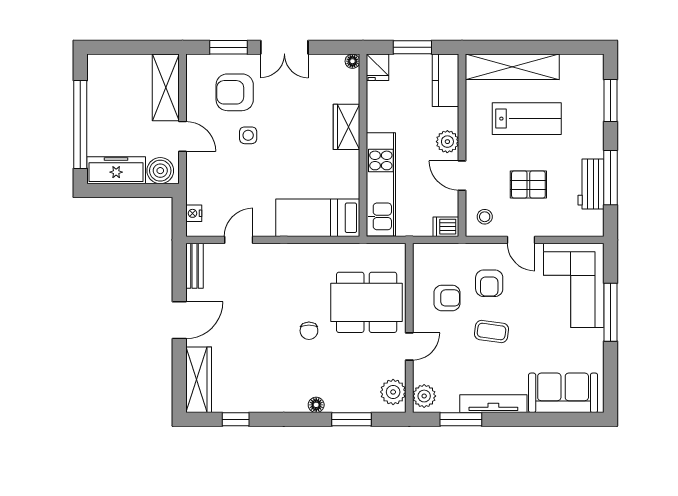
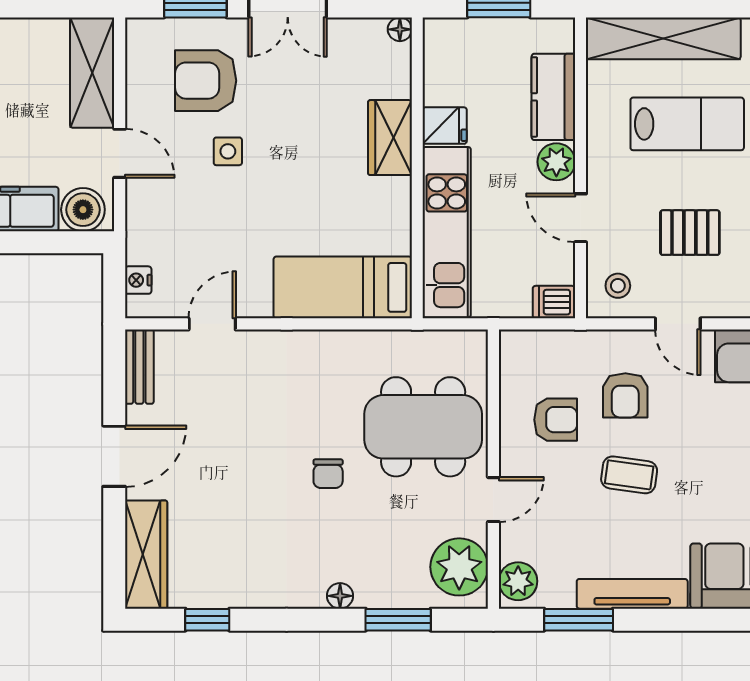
fridge: (377, 67) -> (445, 126), moved, turned -90
kitchen counter: (446, 80) -> (553, 97), moved
plant: (393, 392) -> (459, 567), width x1.36, depth x1.36

